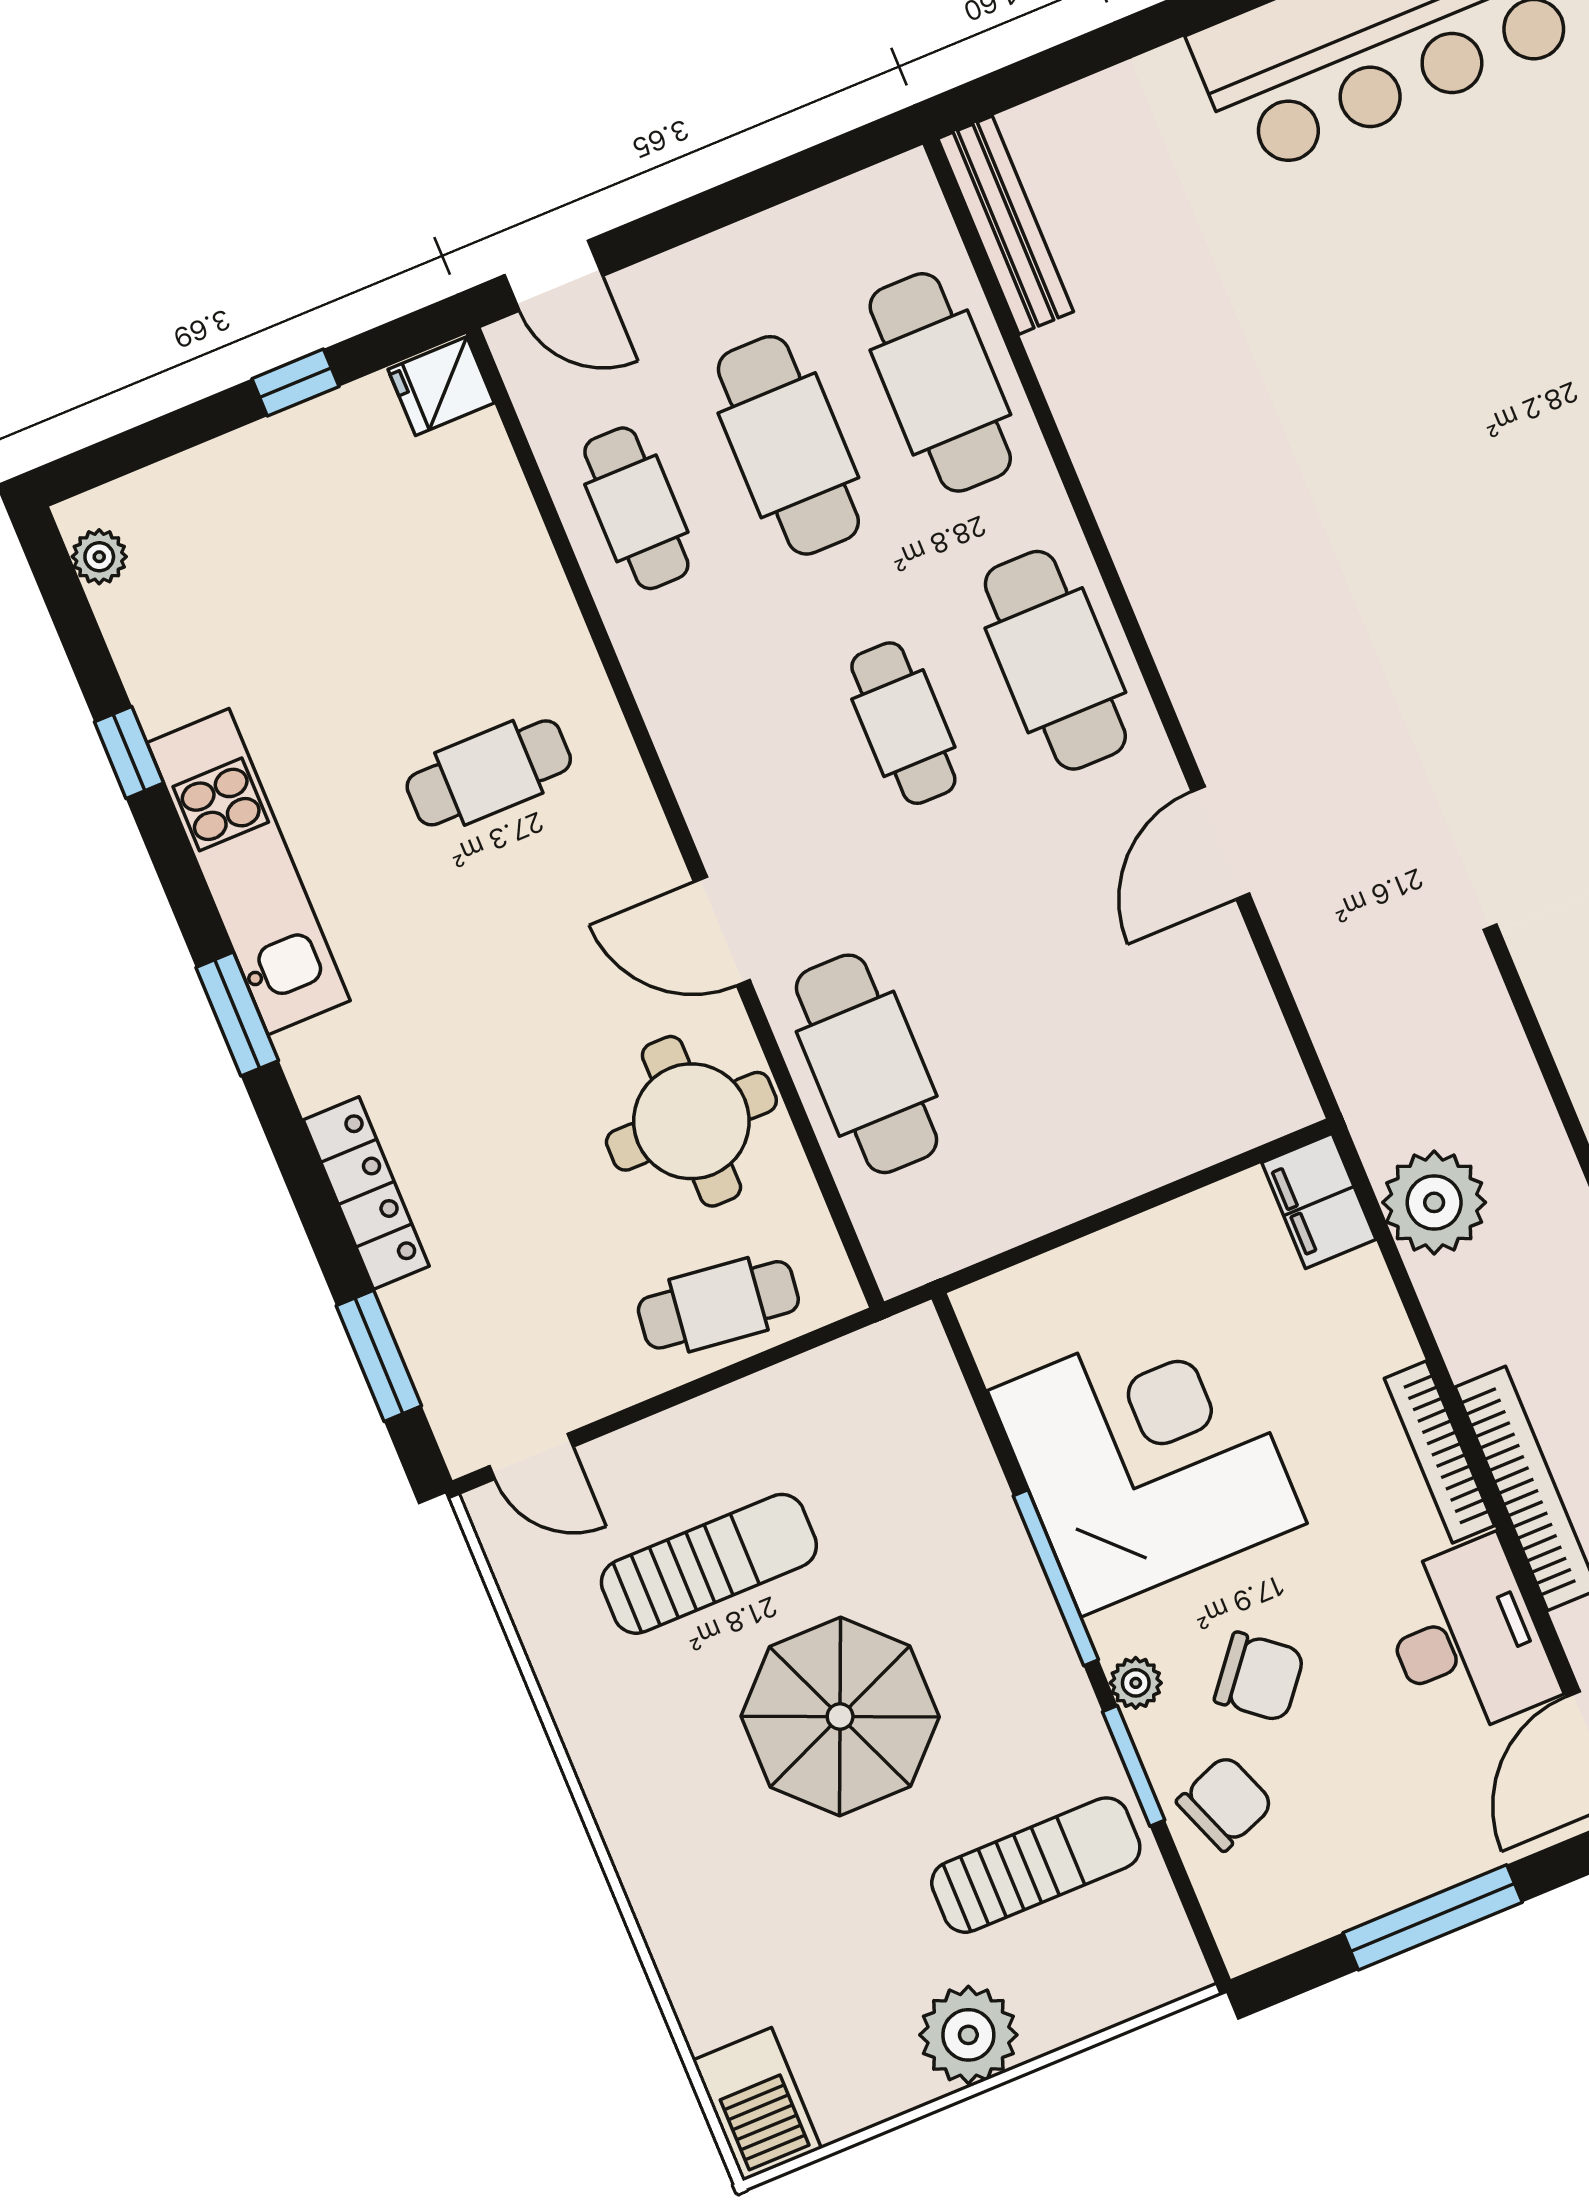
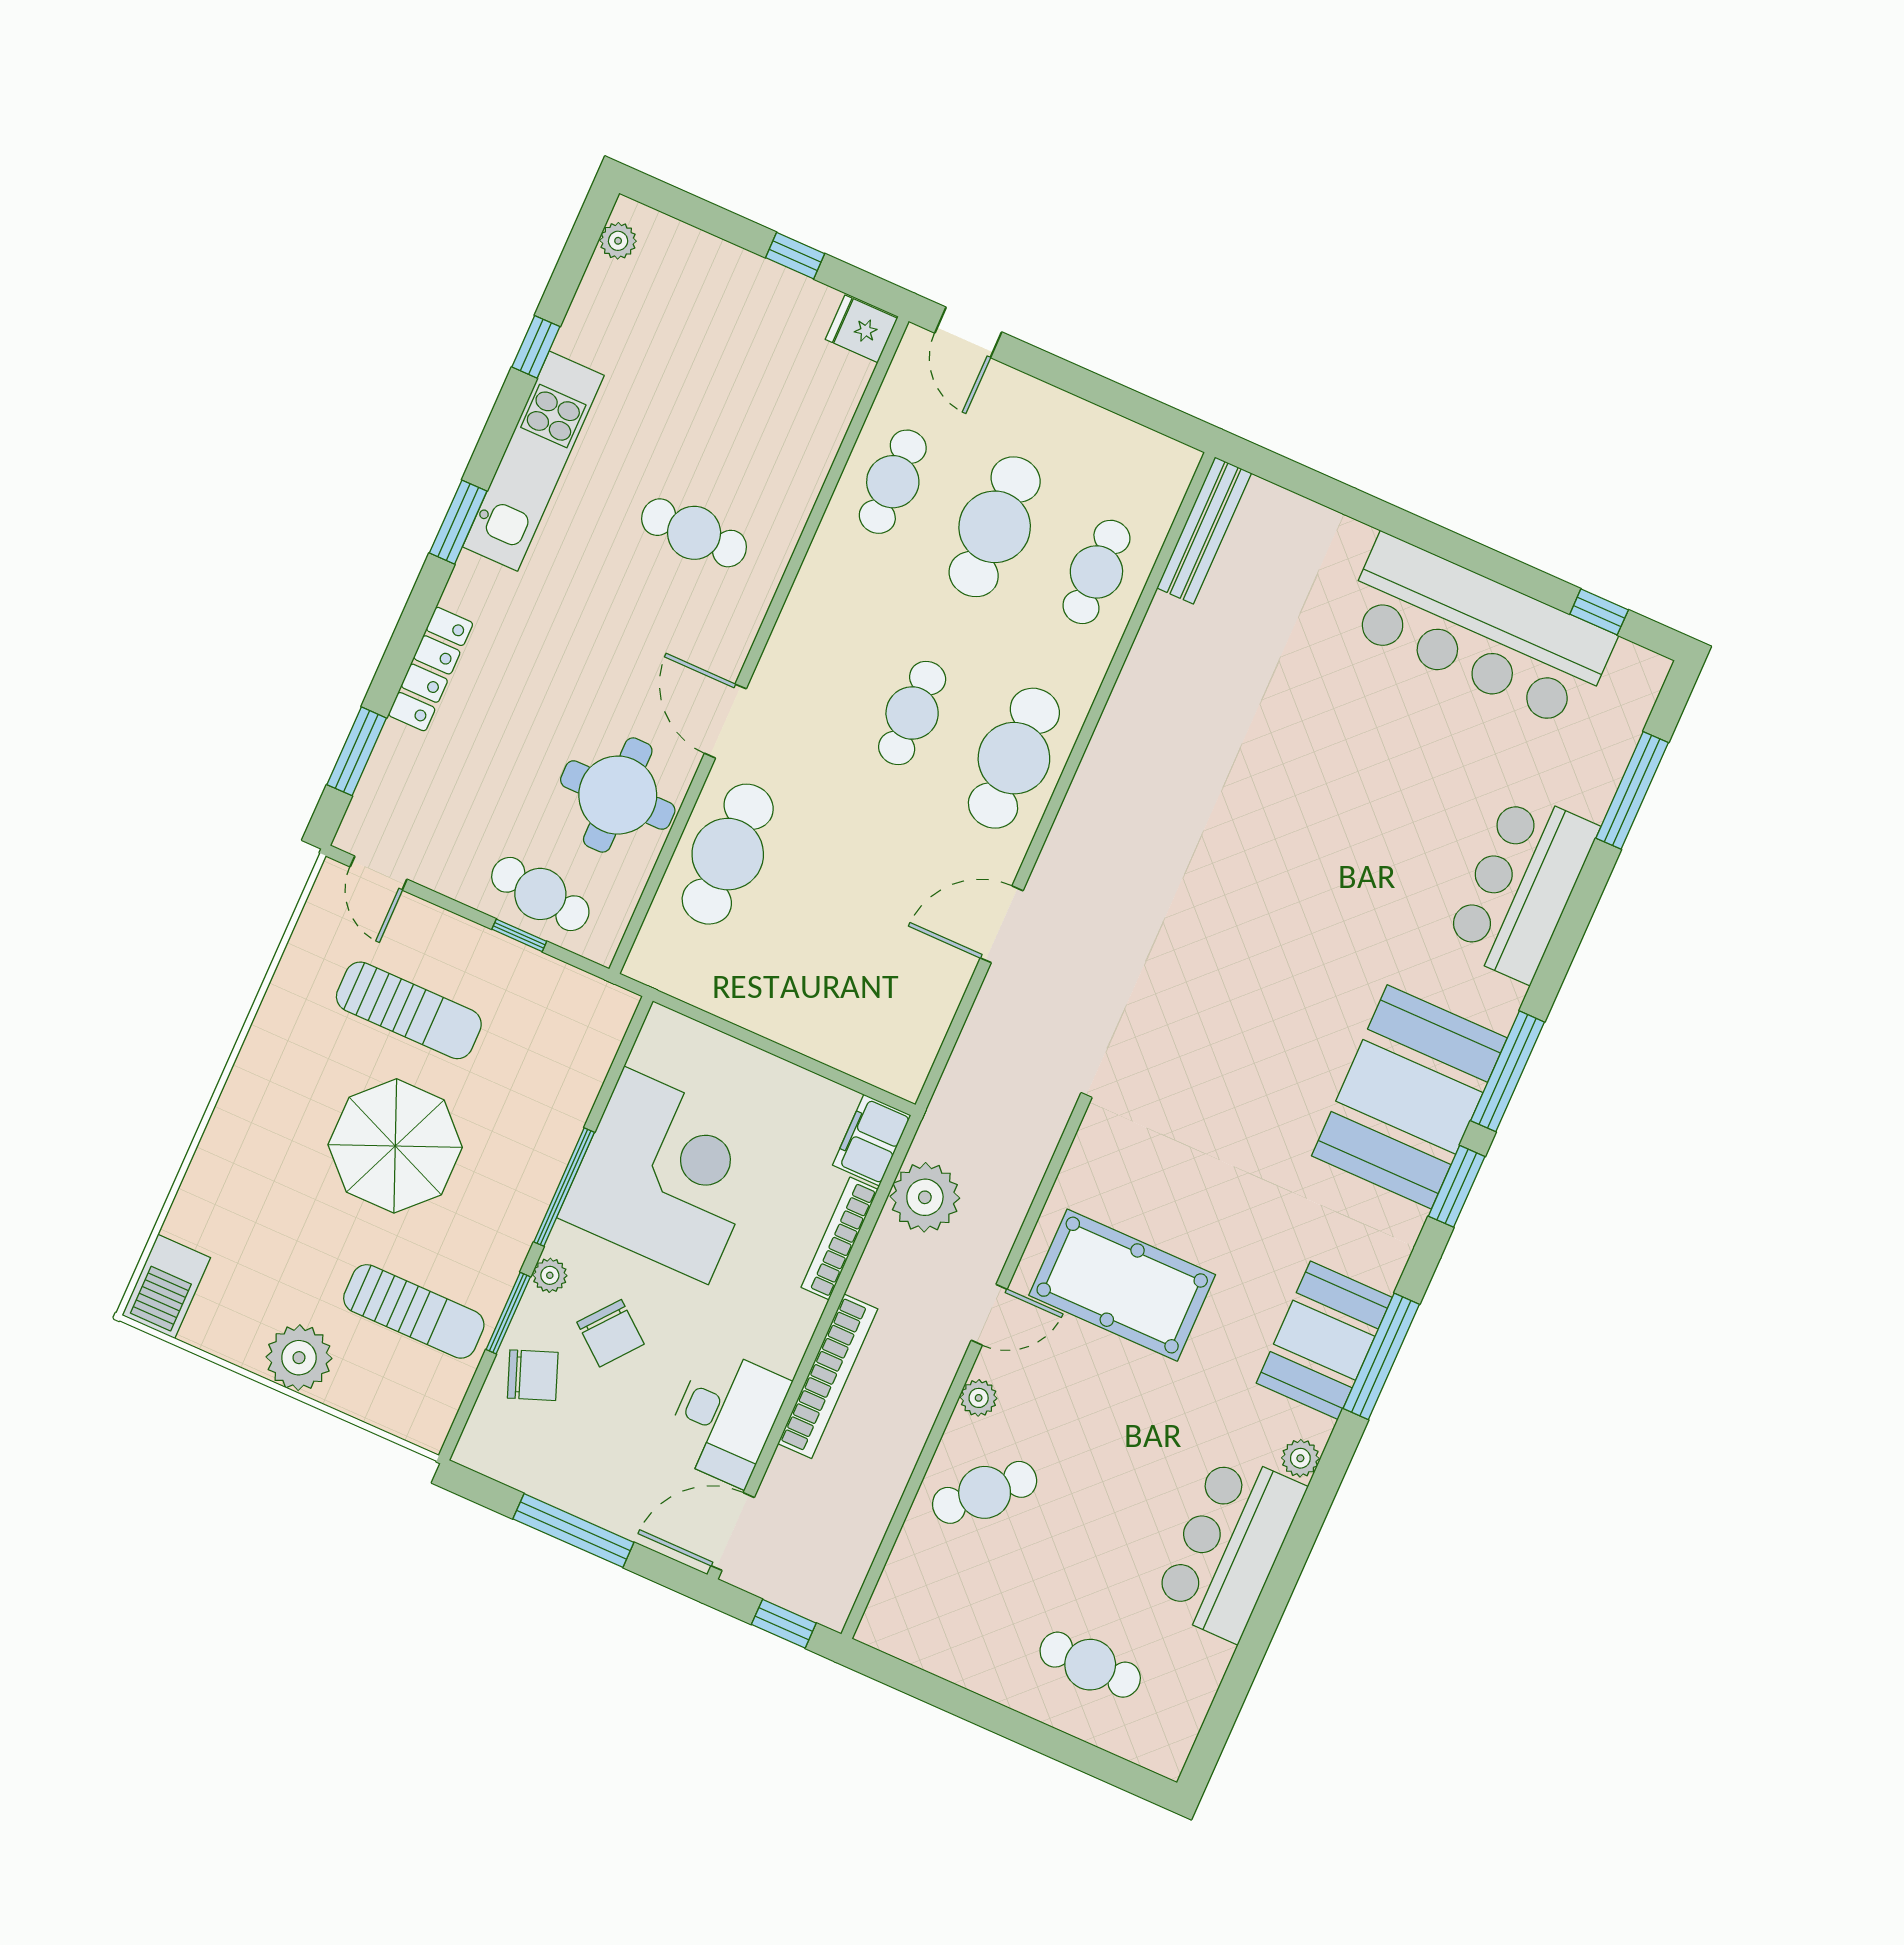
cafe table: (940, 382) -> (1096, 572), width x0.73, depth x0.74
window: (741, 1370) -> (519, 935), added
bookcase: (1439, 1452) -> (840, 1238), moved

